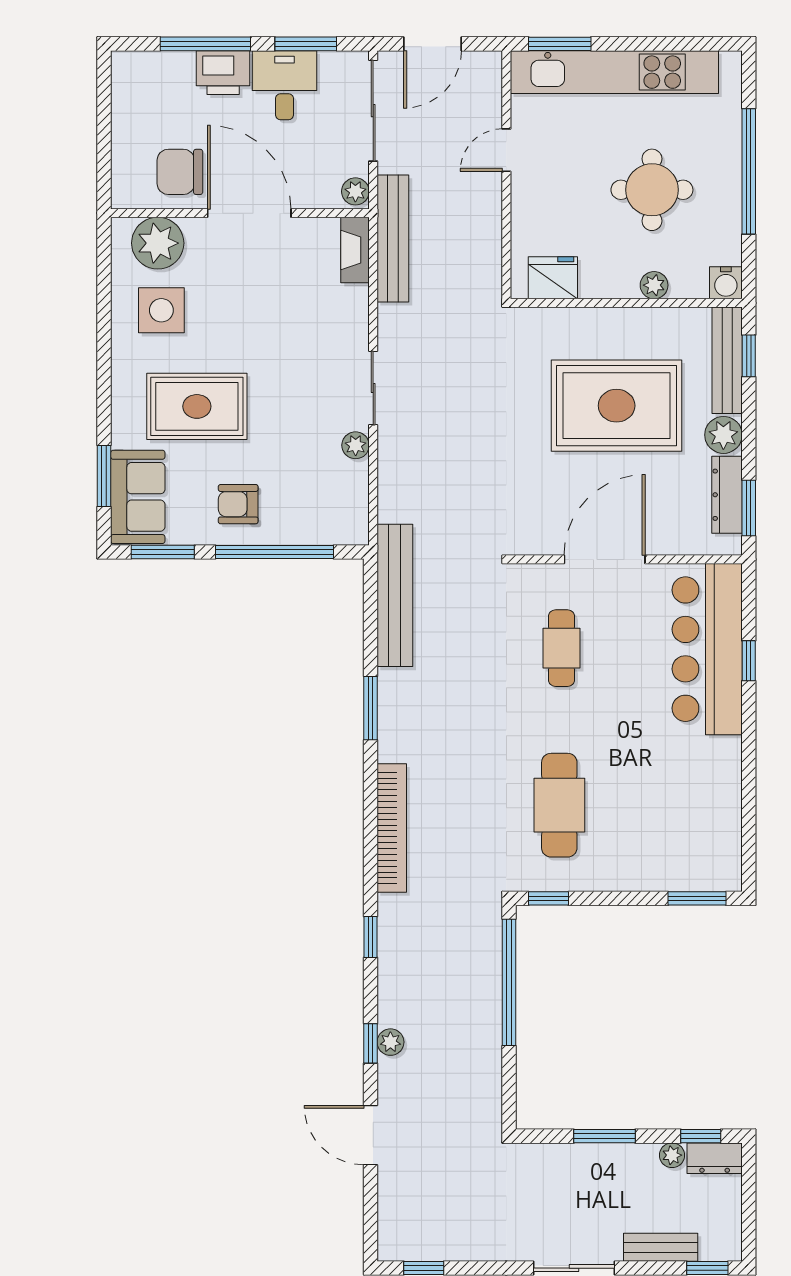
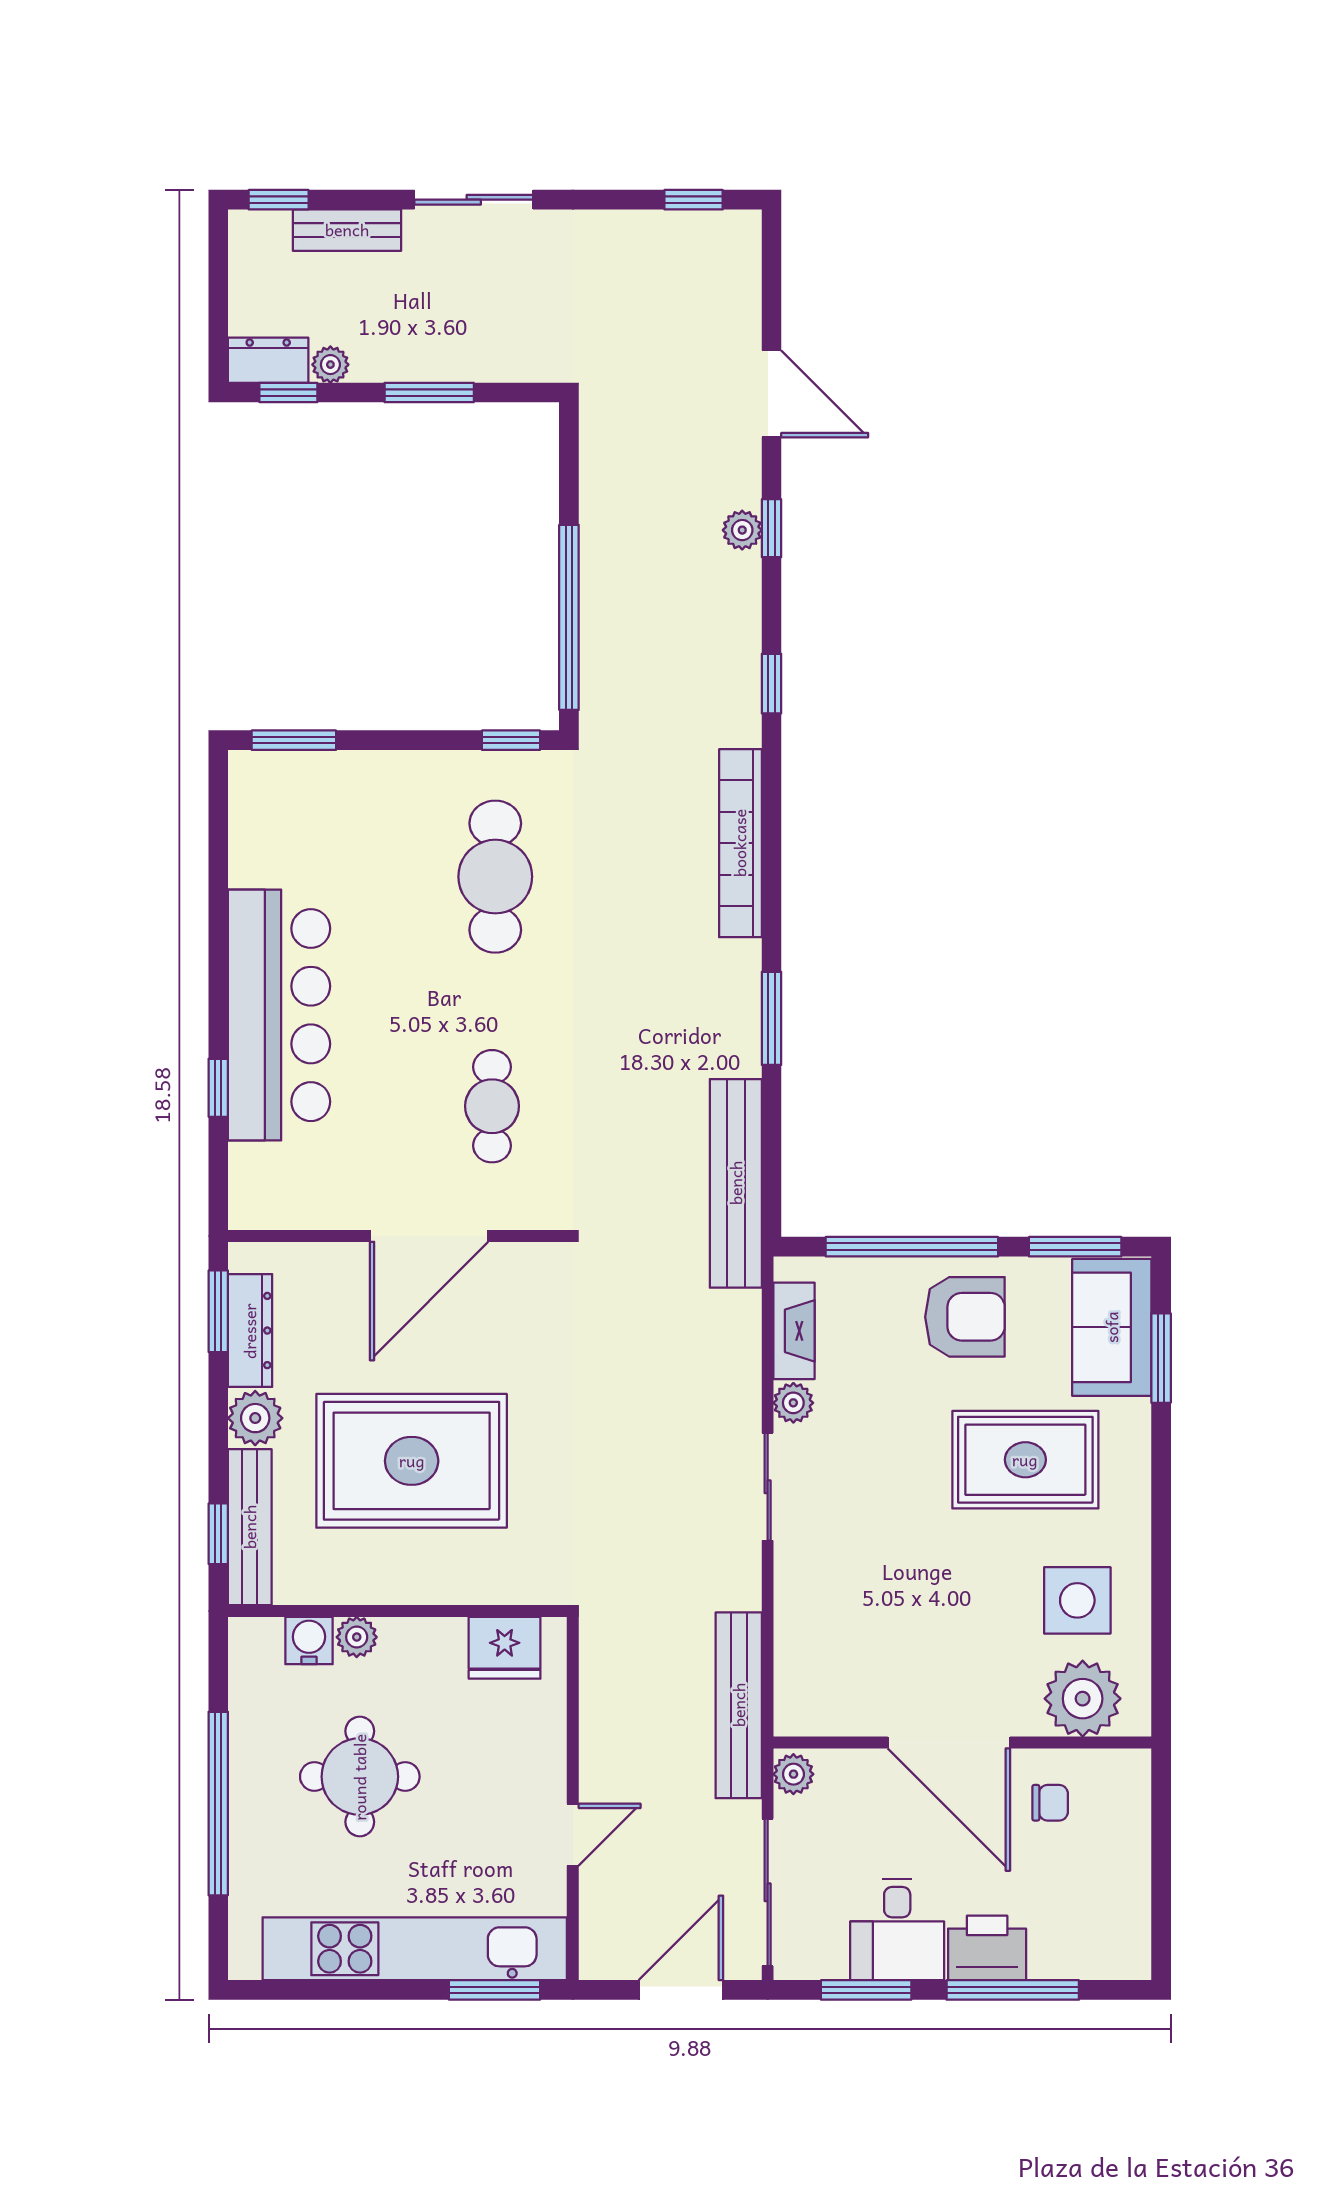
chair: (180, 172) -> (1050, 1803), width x0.54, depth x0.54
fireplace: (355, 250) -> (794, 1331), moved
water cooler: (726, 283) -> (309, 1641), moved
armchair: (238, 504) -> (965, 1317), width x1.38, depth x1.38
bar counter: (707, 649) -> (279, 1015), moved

